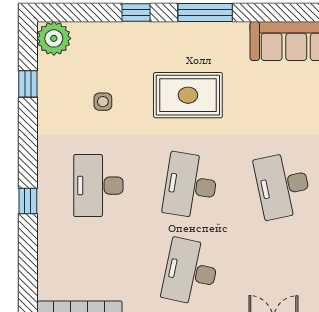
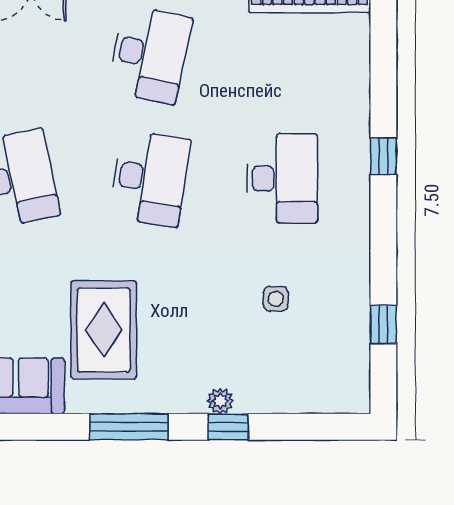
plant: (54, 38) -> (220, 401), moved, width x0.53, depth x0.53
rug: (188, 95) -> (104, 330), moved, turned 90

